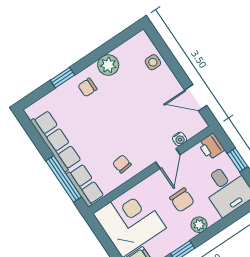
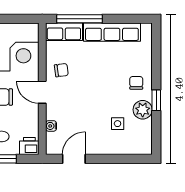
side table: (153, 62) -> (118, 124), moved
window: (63, 78) -> (156, 100), moved
door: (168, 158) -> (42, 92), moved

